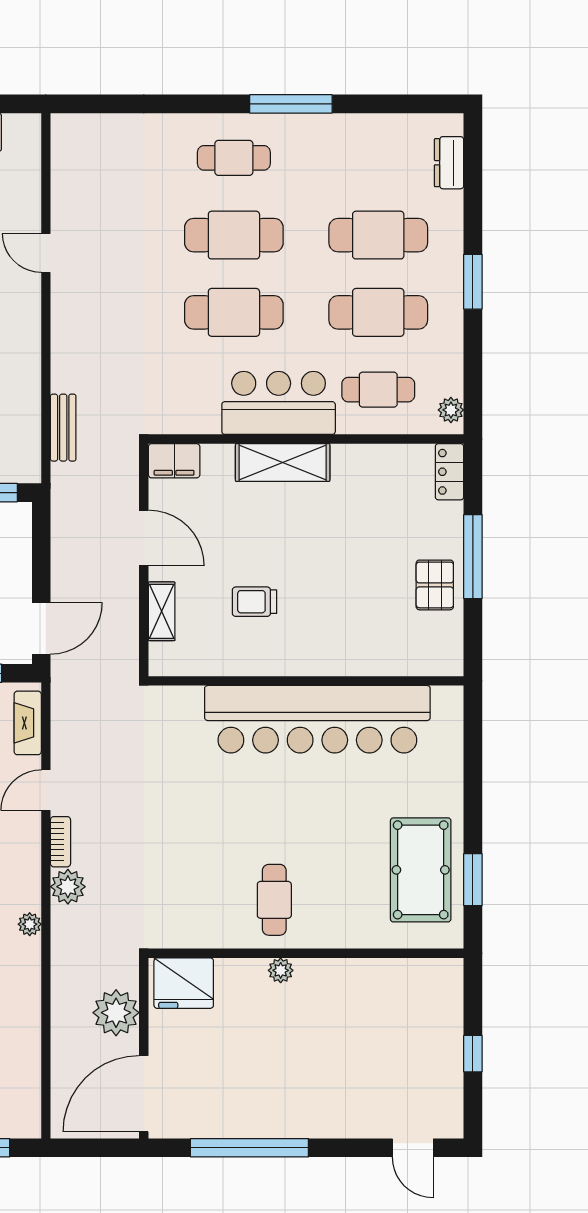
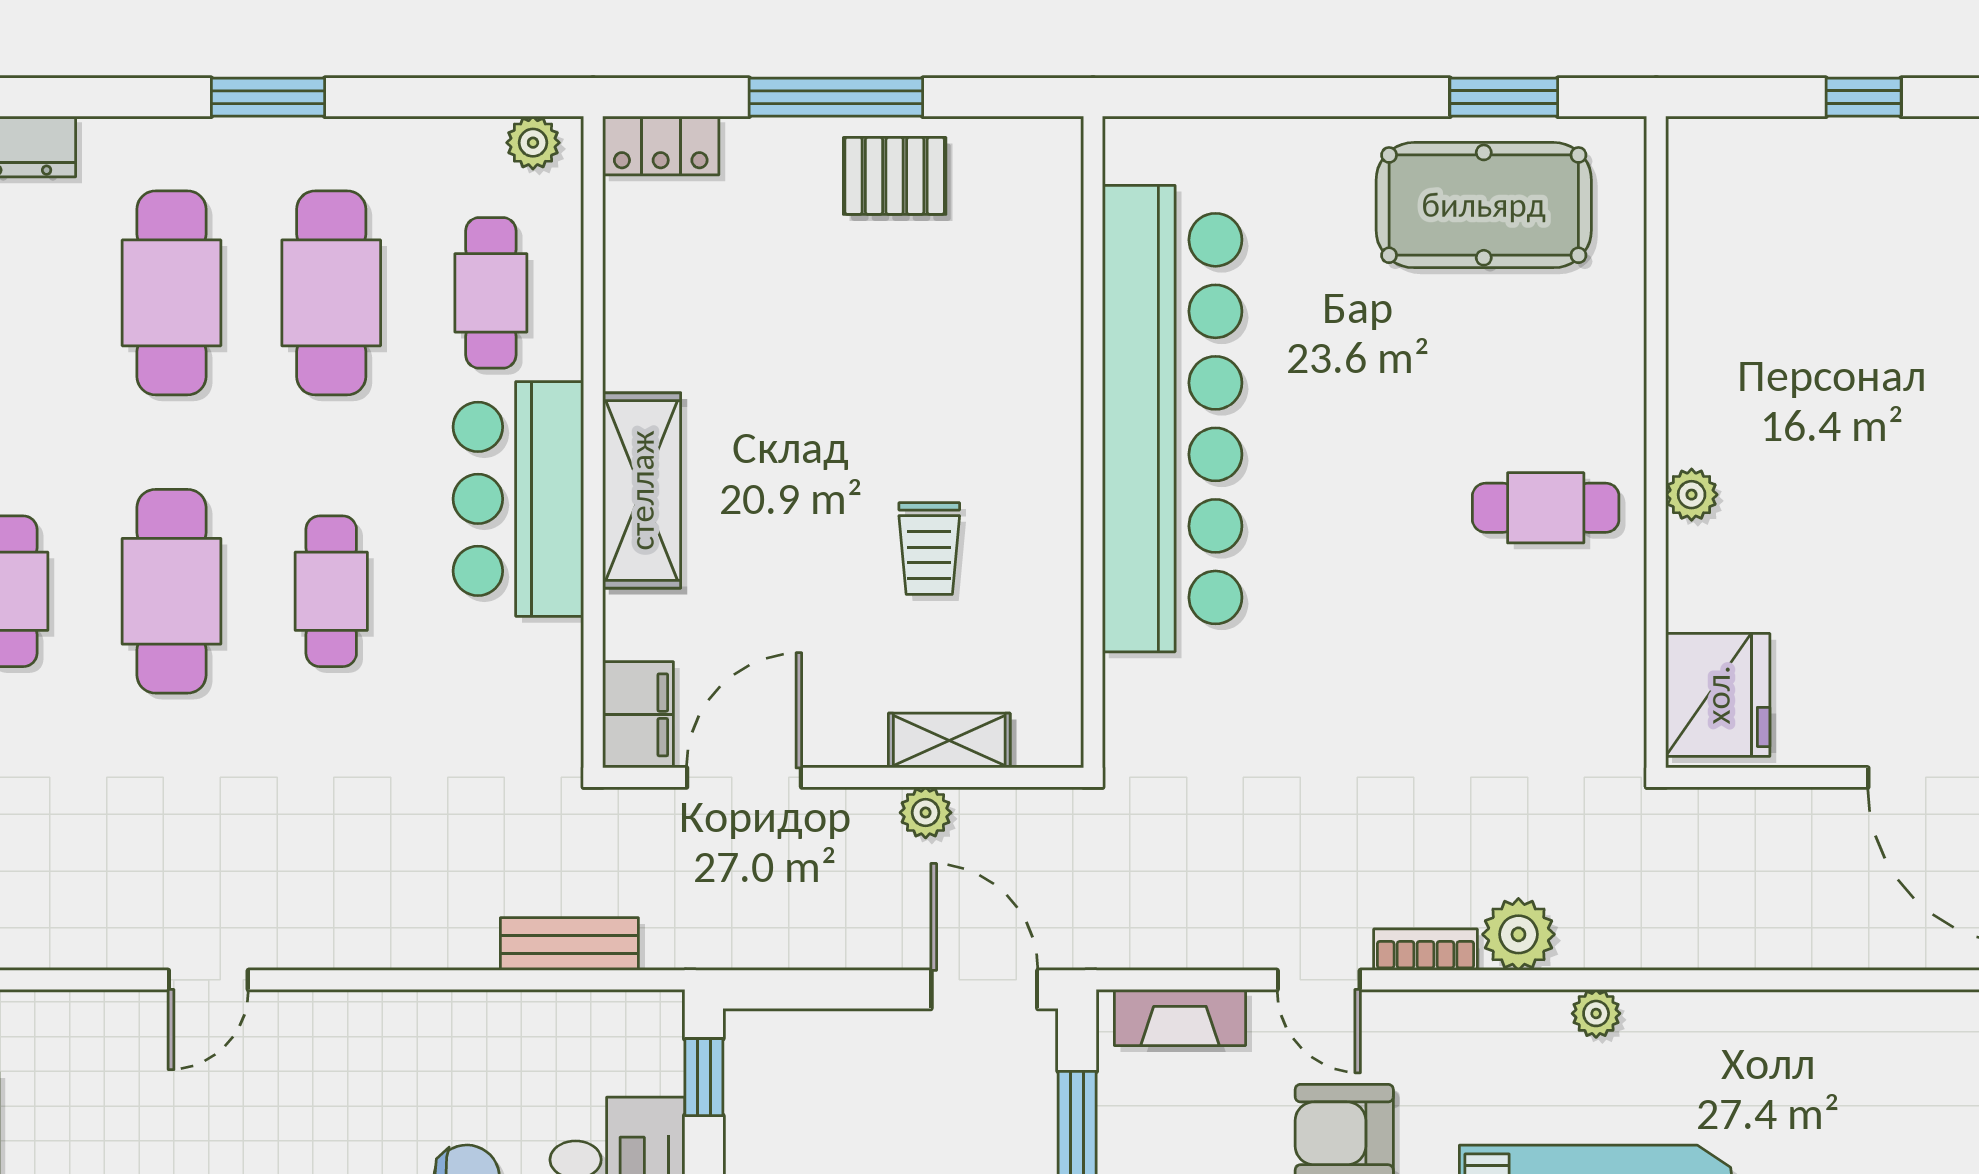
cafe table: (234, 312) -> (331, 591), width x0.73, depth x0.74
door: (144, 538) -> (744, 777), moved
plant: (116, 1013) -> (926, 813), moved, width x0.53, depth x0.53

